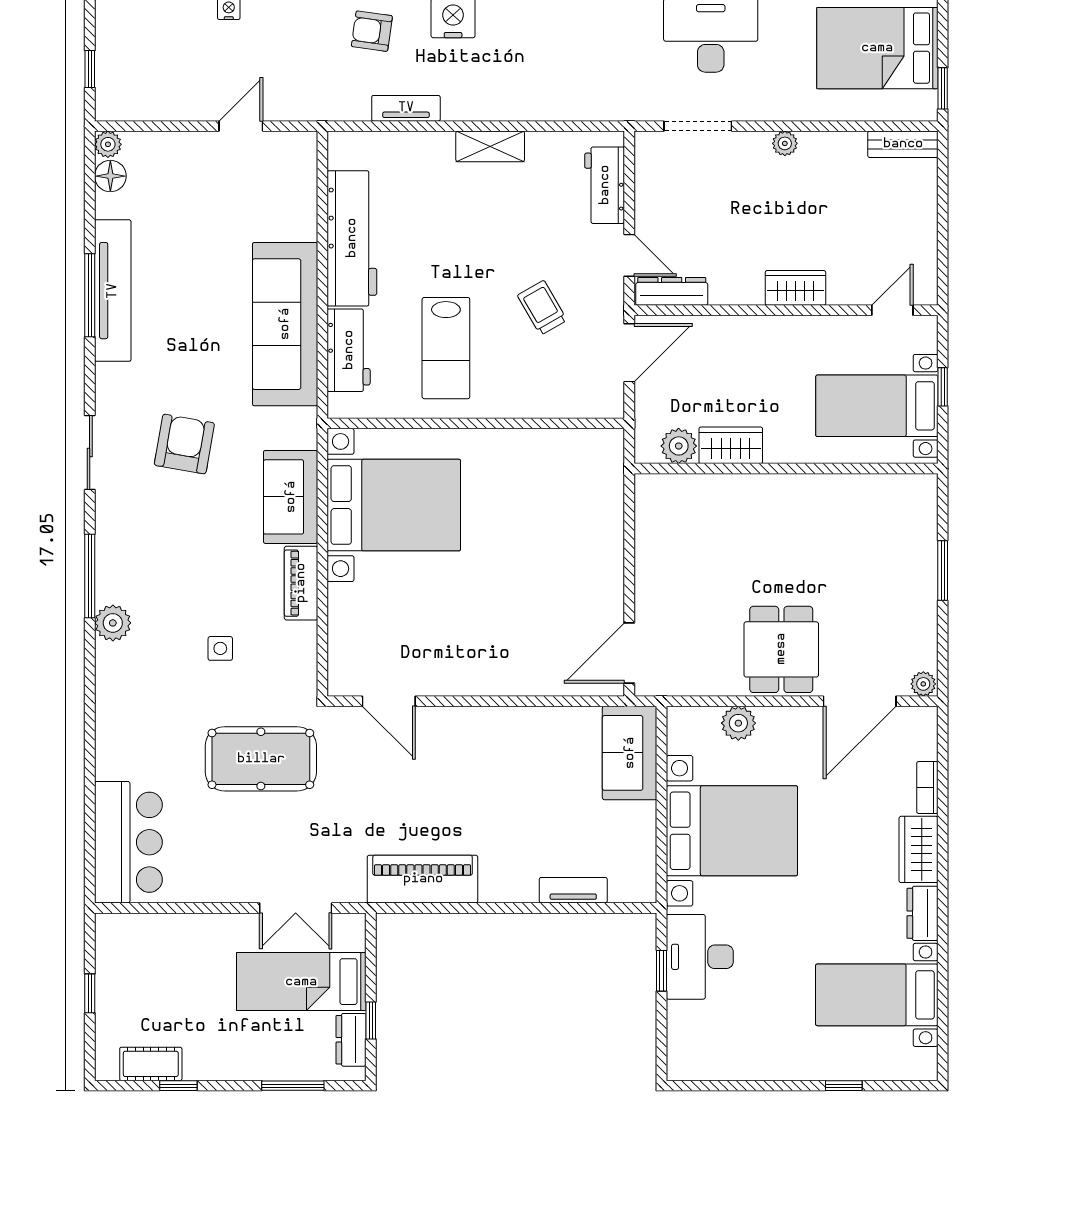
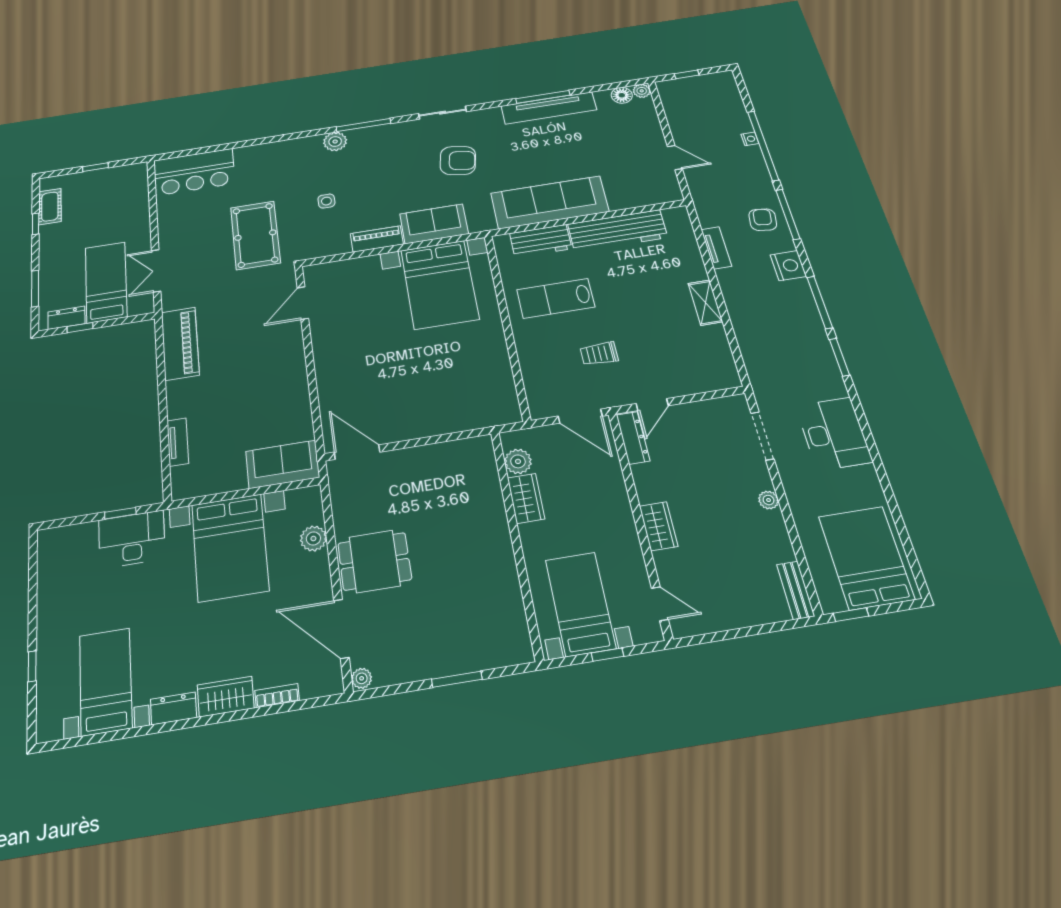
workbench: (605, 185) -> (699, 380), removed
trolley: (542, 308) -> (599, 354), turned -150

